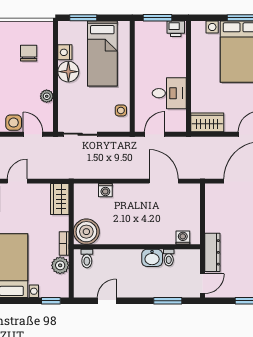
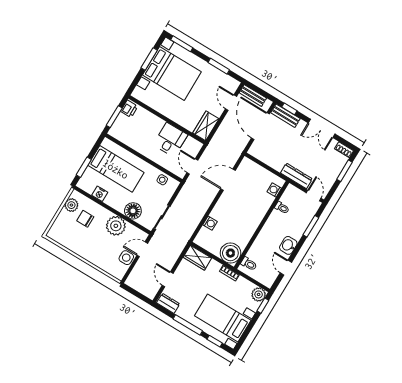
plant: (34, 29) -> (71, 205), added
floor lamp: (68, 72) -> (133, 211), moved
plant: (47, 96) -> (116, 226), width x1.88, depth x1.88
washbasin: (152, 258) -> (288, 245), moved, turned 180
plant: (60, 265) -> (259, 294), moved

